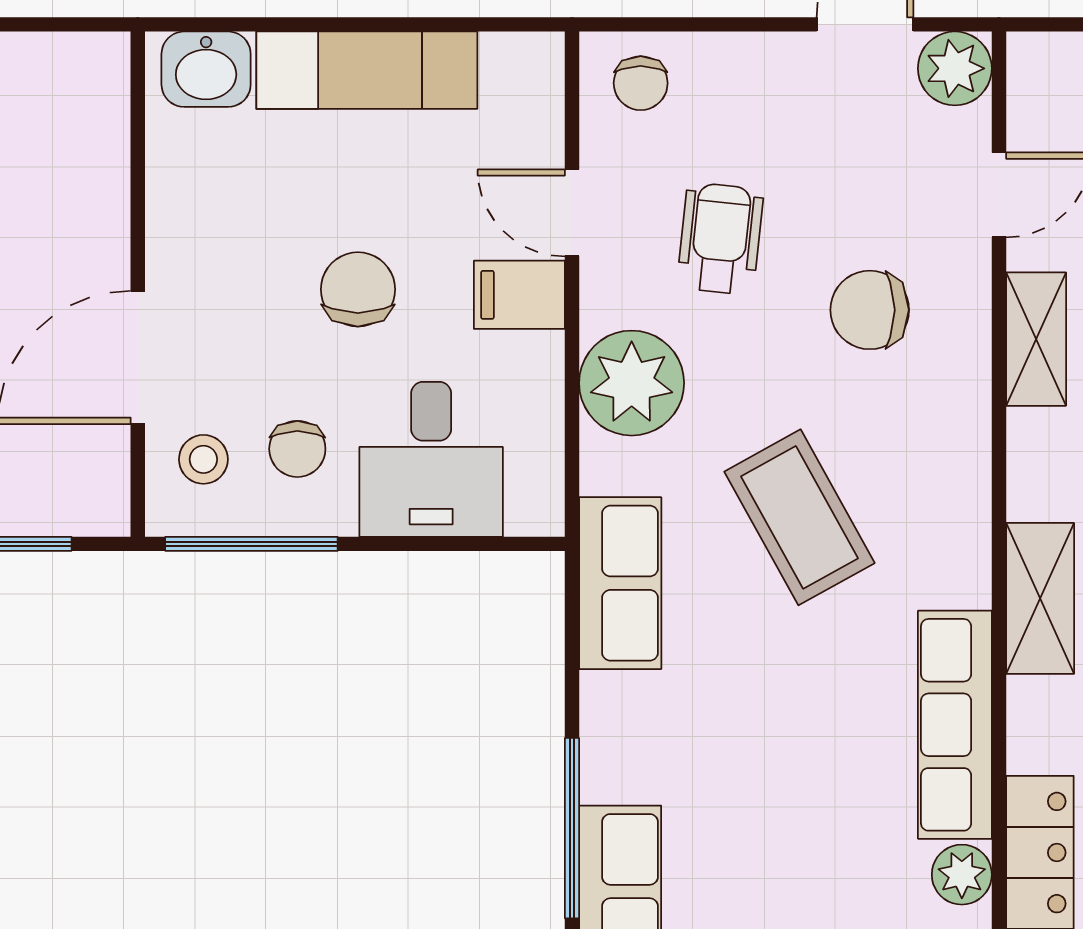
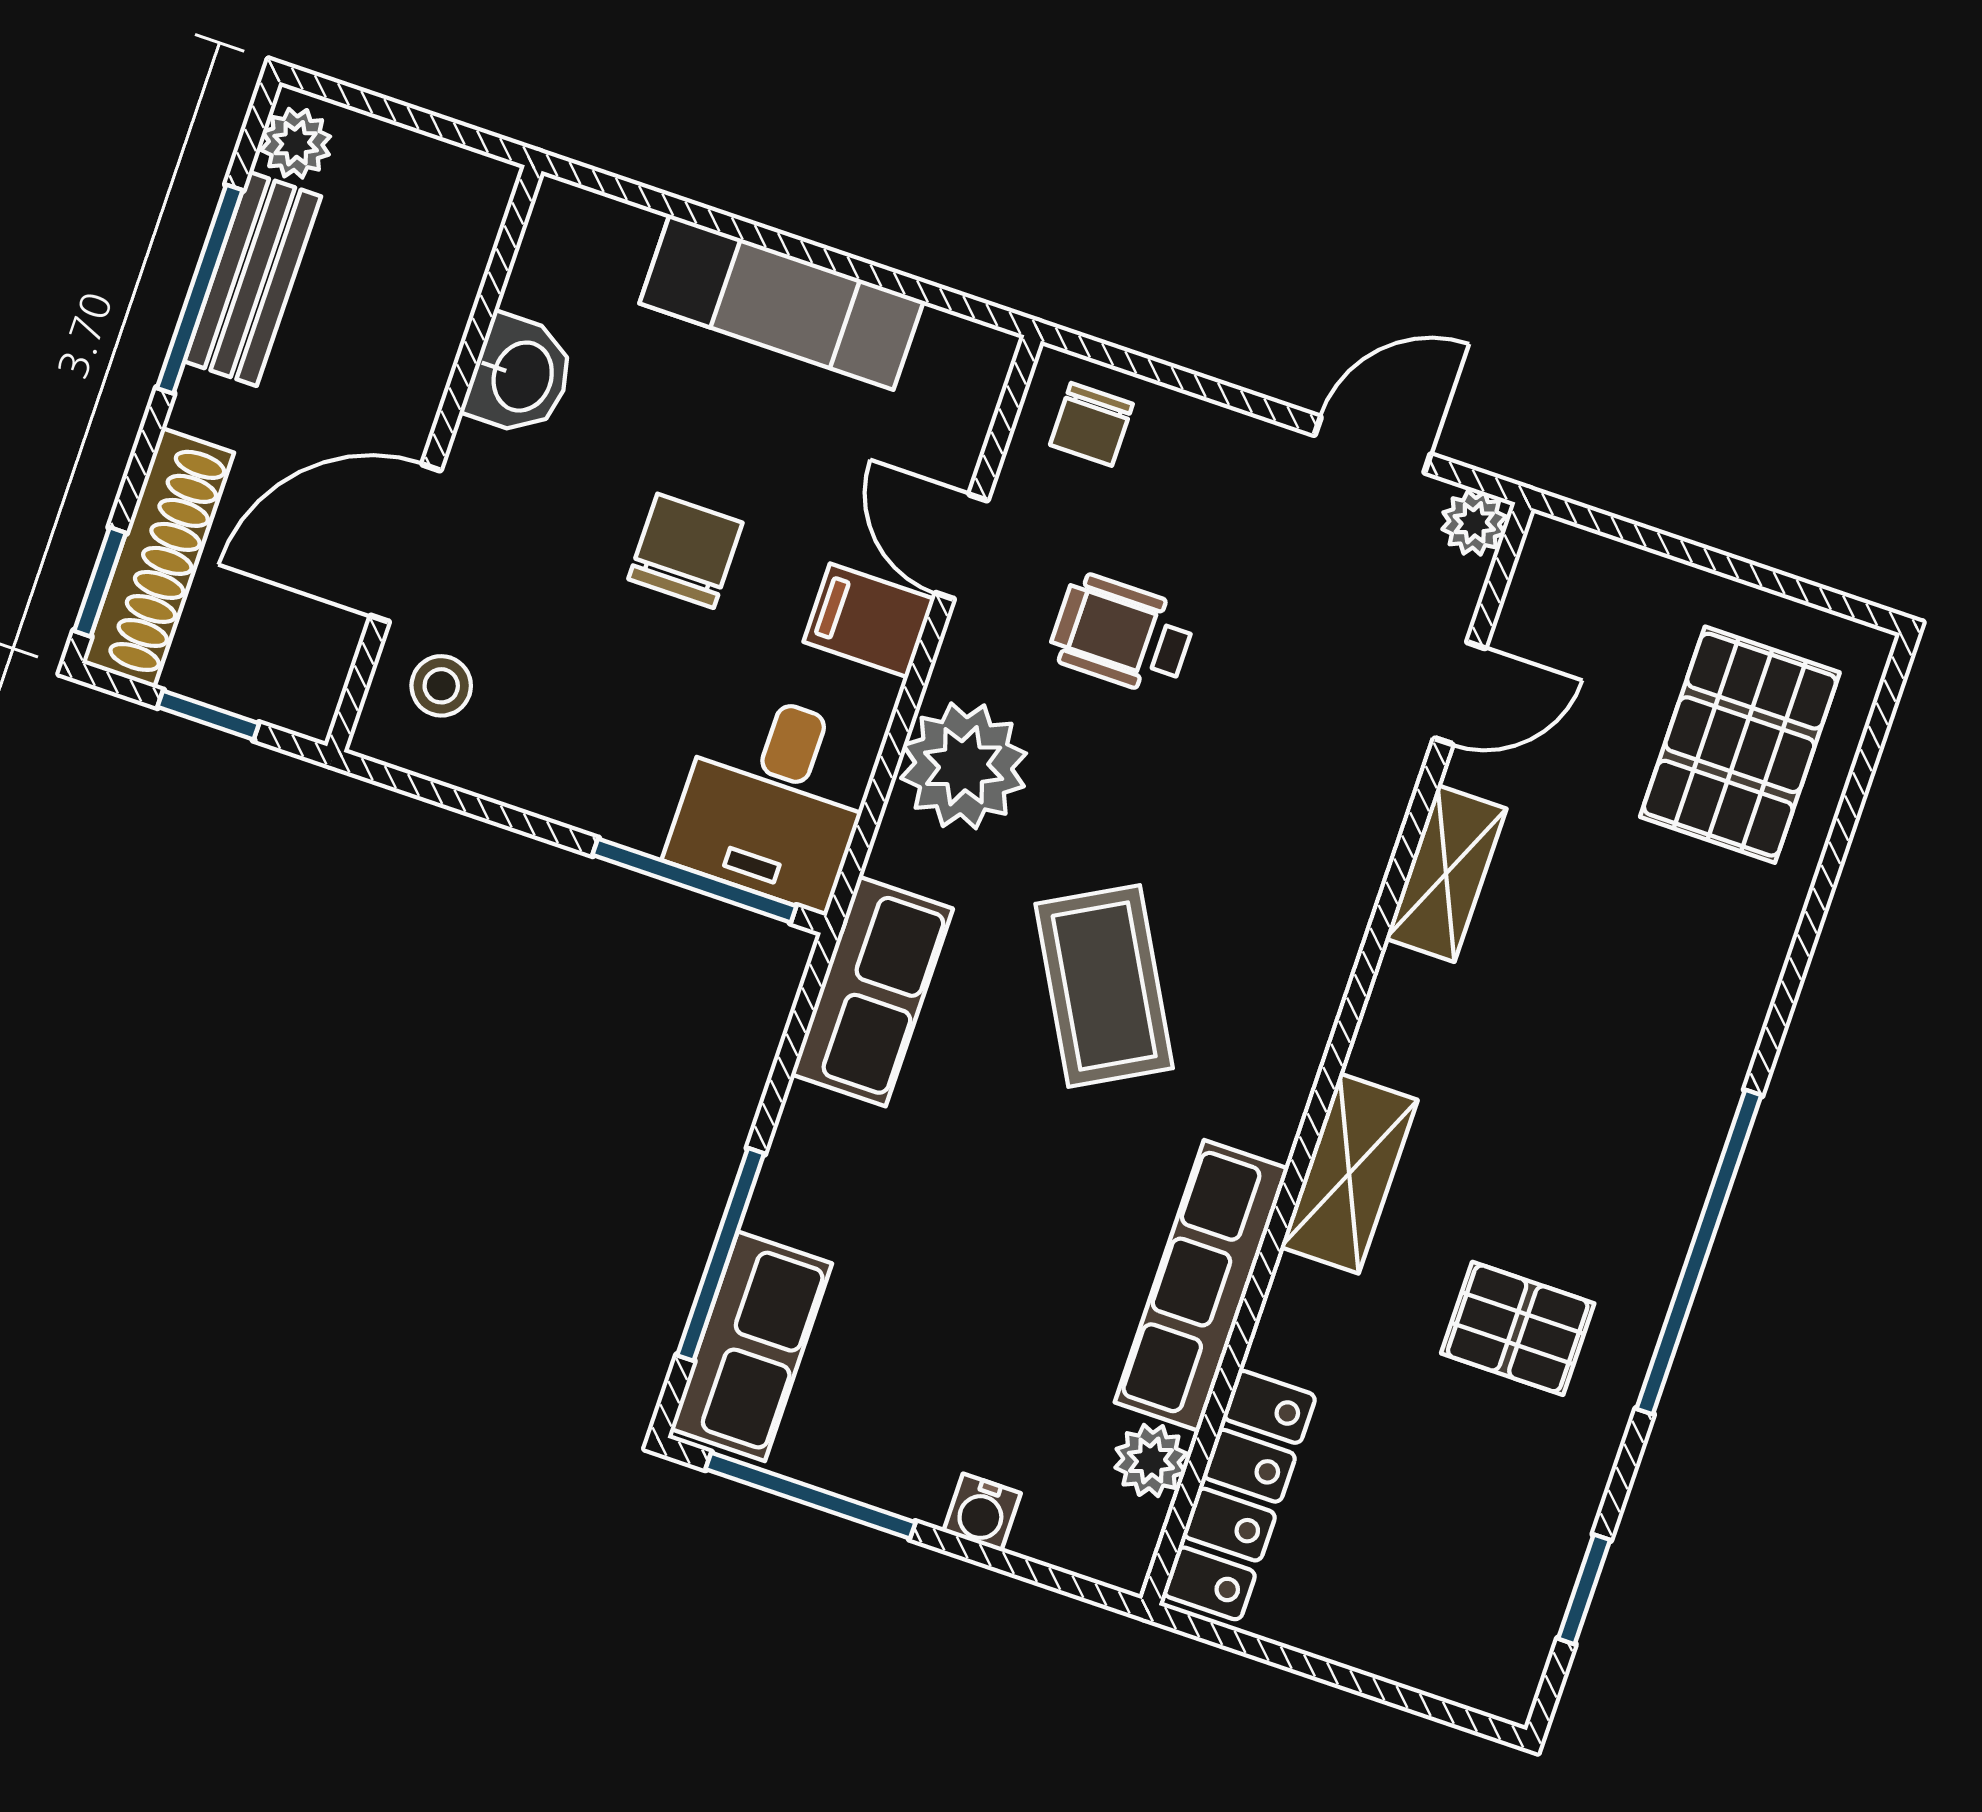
plant: (955, 68) -> (1474, 523), width x0.73, depth x0.73
washbasin: (206, 69) -> (520, 376), moved, turned -90
wheelchair: (720, 239) -> (1122, 634), turned -96
chair: (870, 310) -> (1266, 775), removed
chair: (297, 449) -> (553, 711), removed
desk: (431, 459) -> (774, 799), moved
window: (251, 544) -> (694, 881), moved

